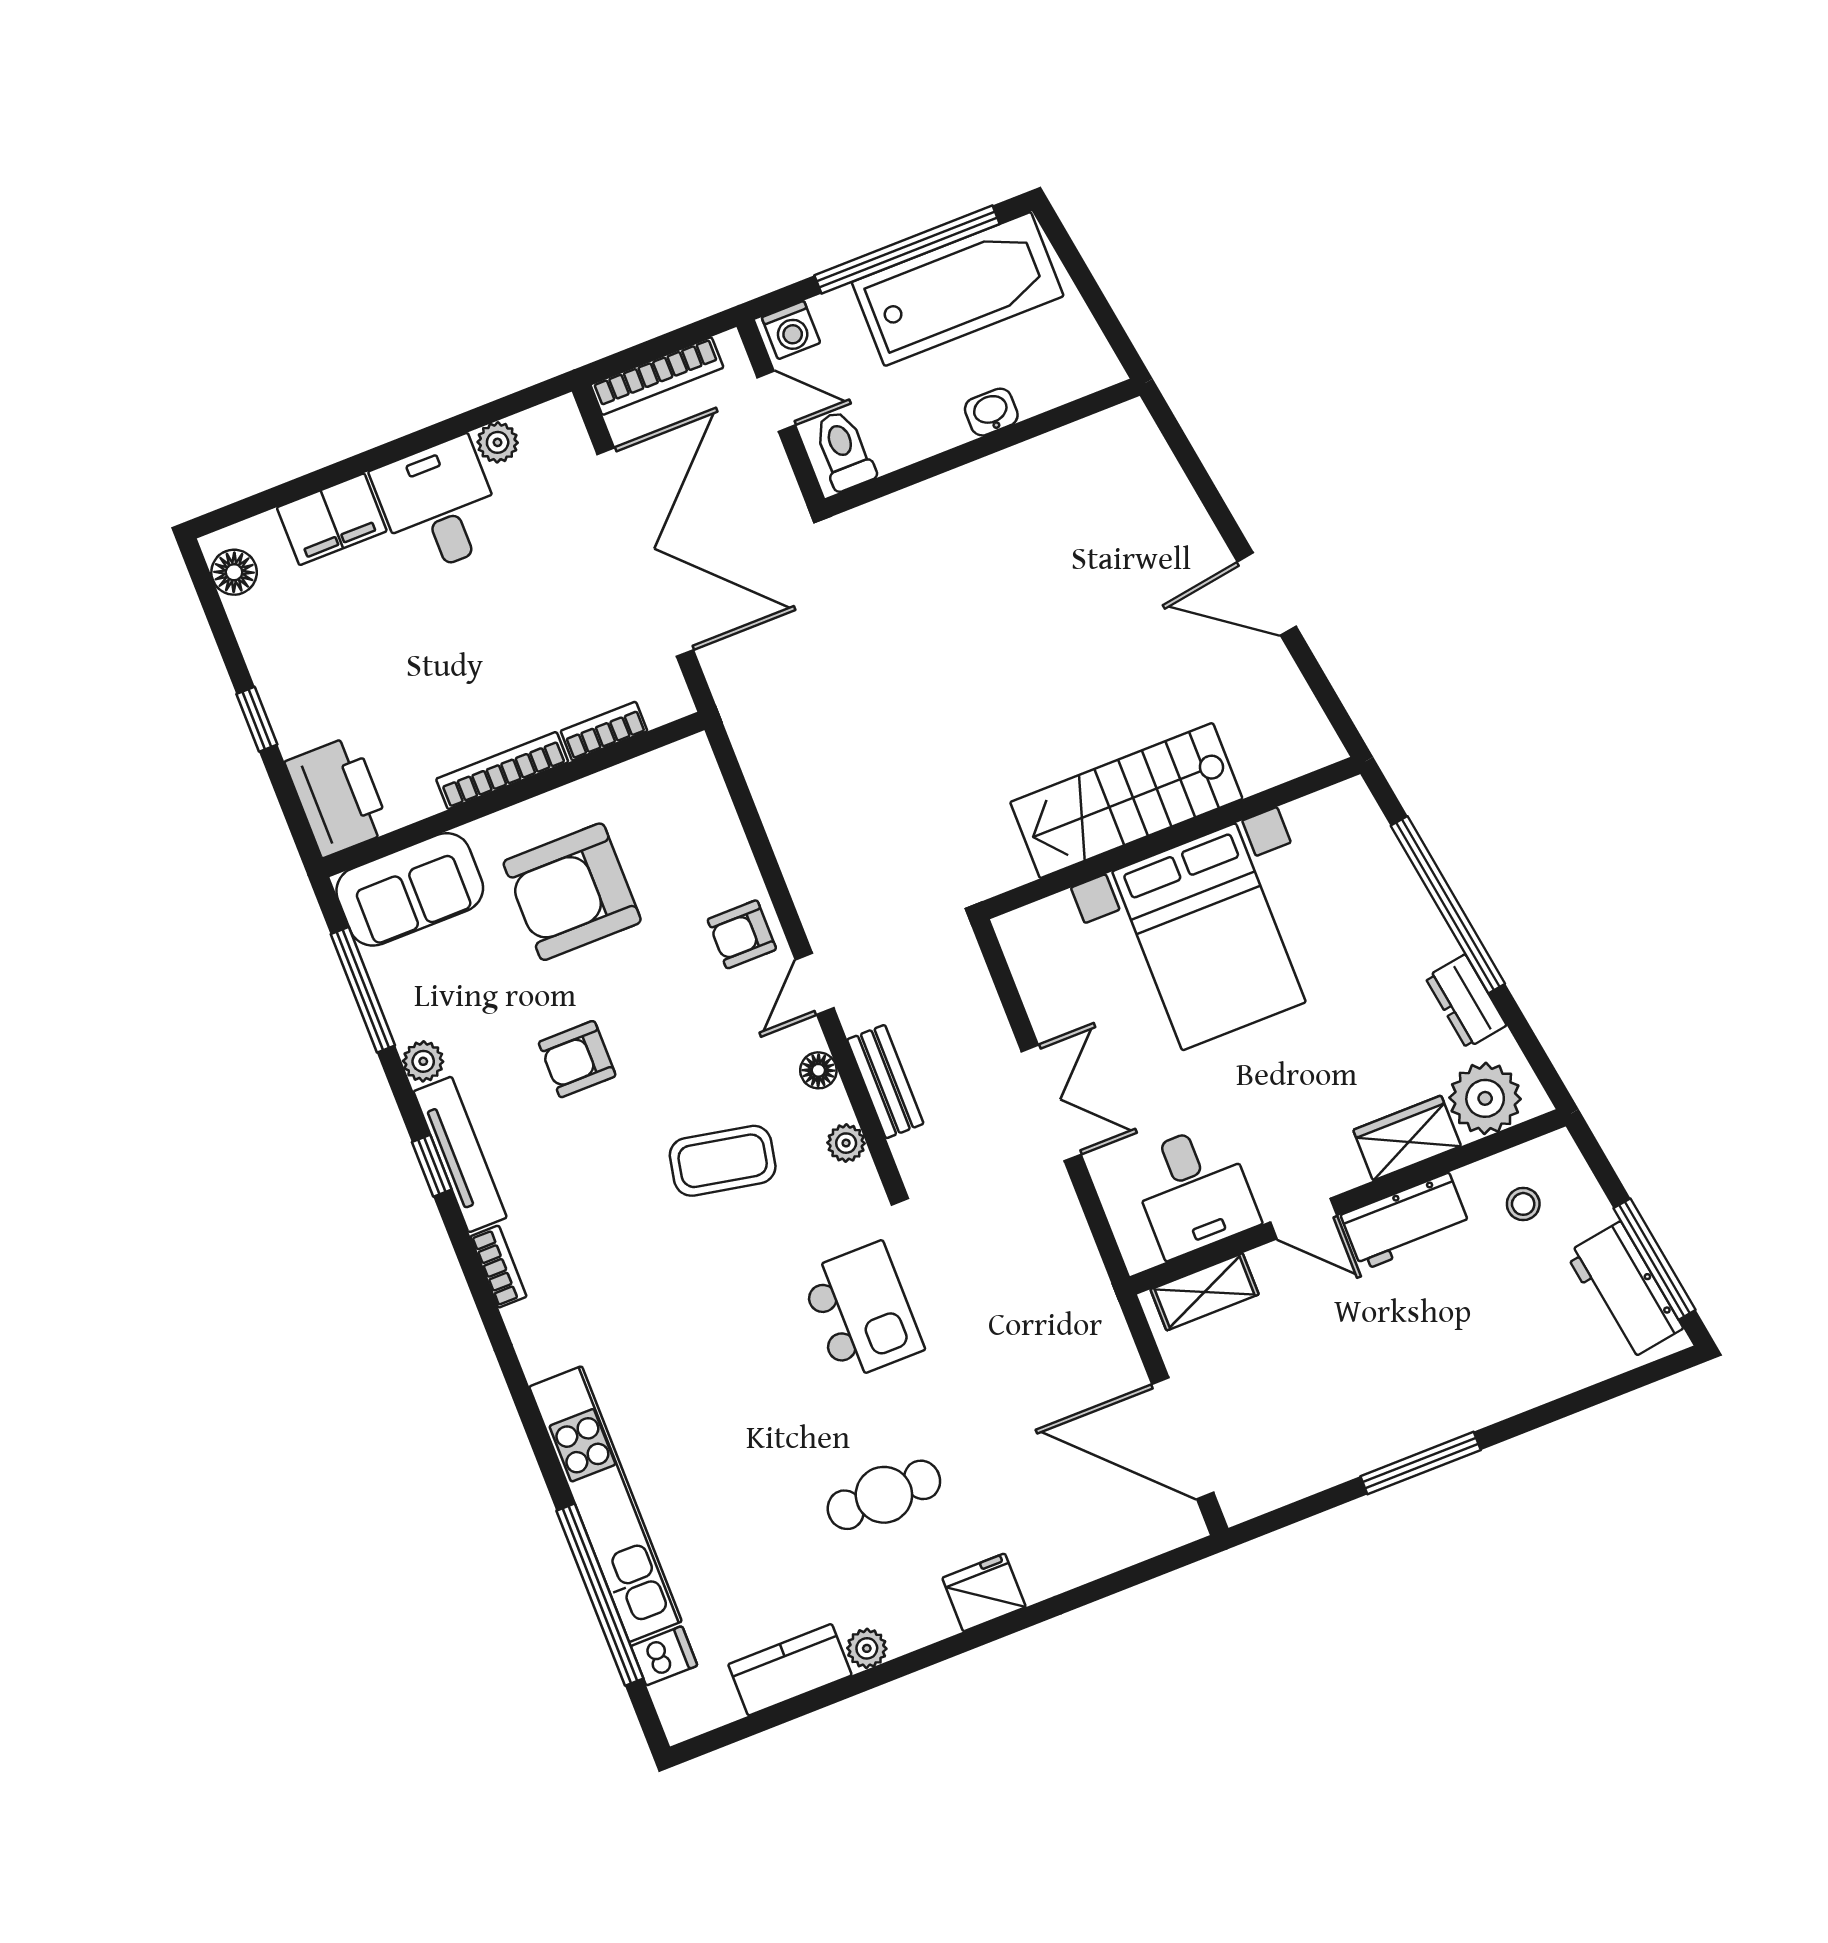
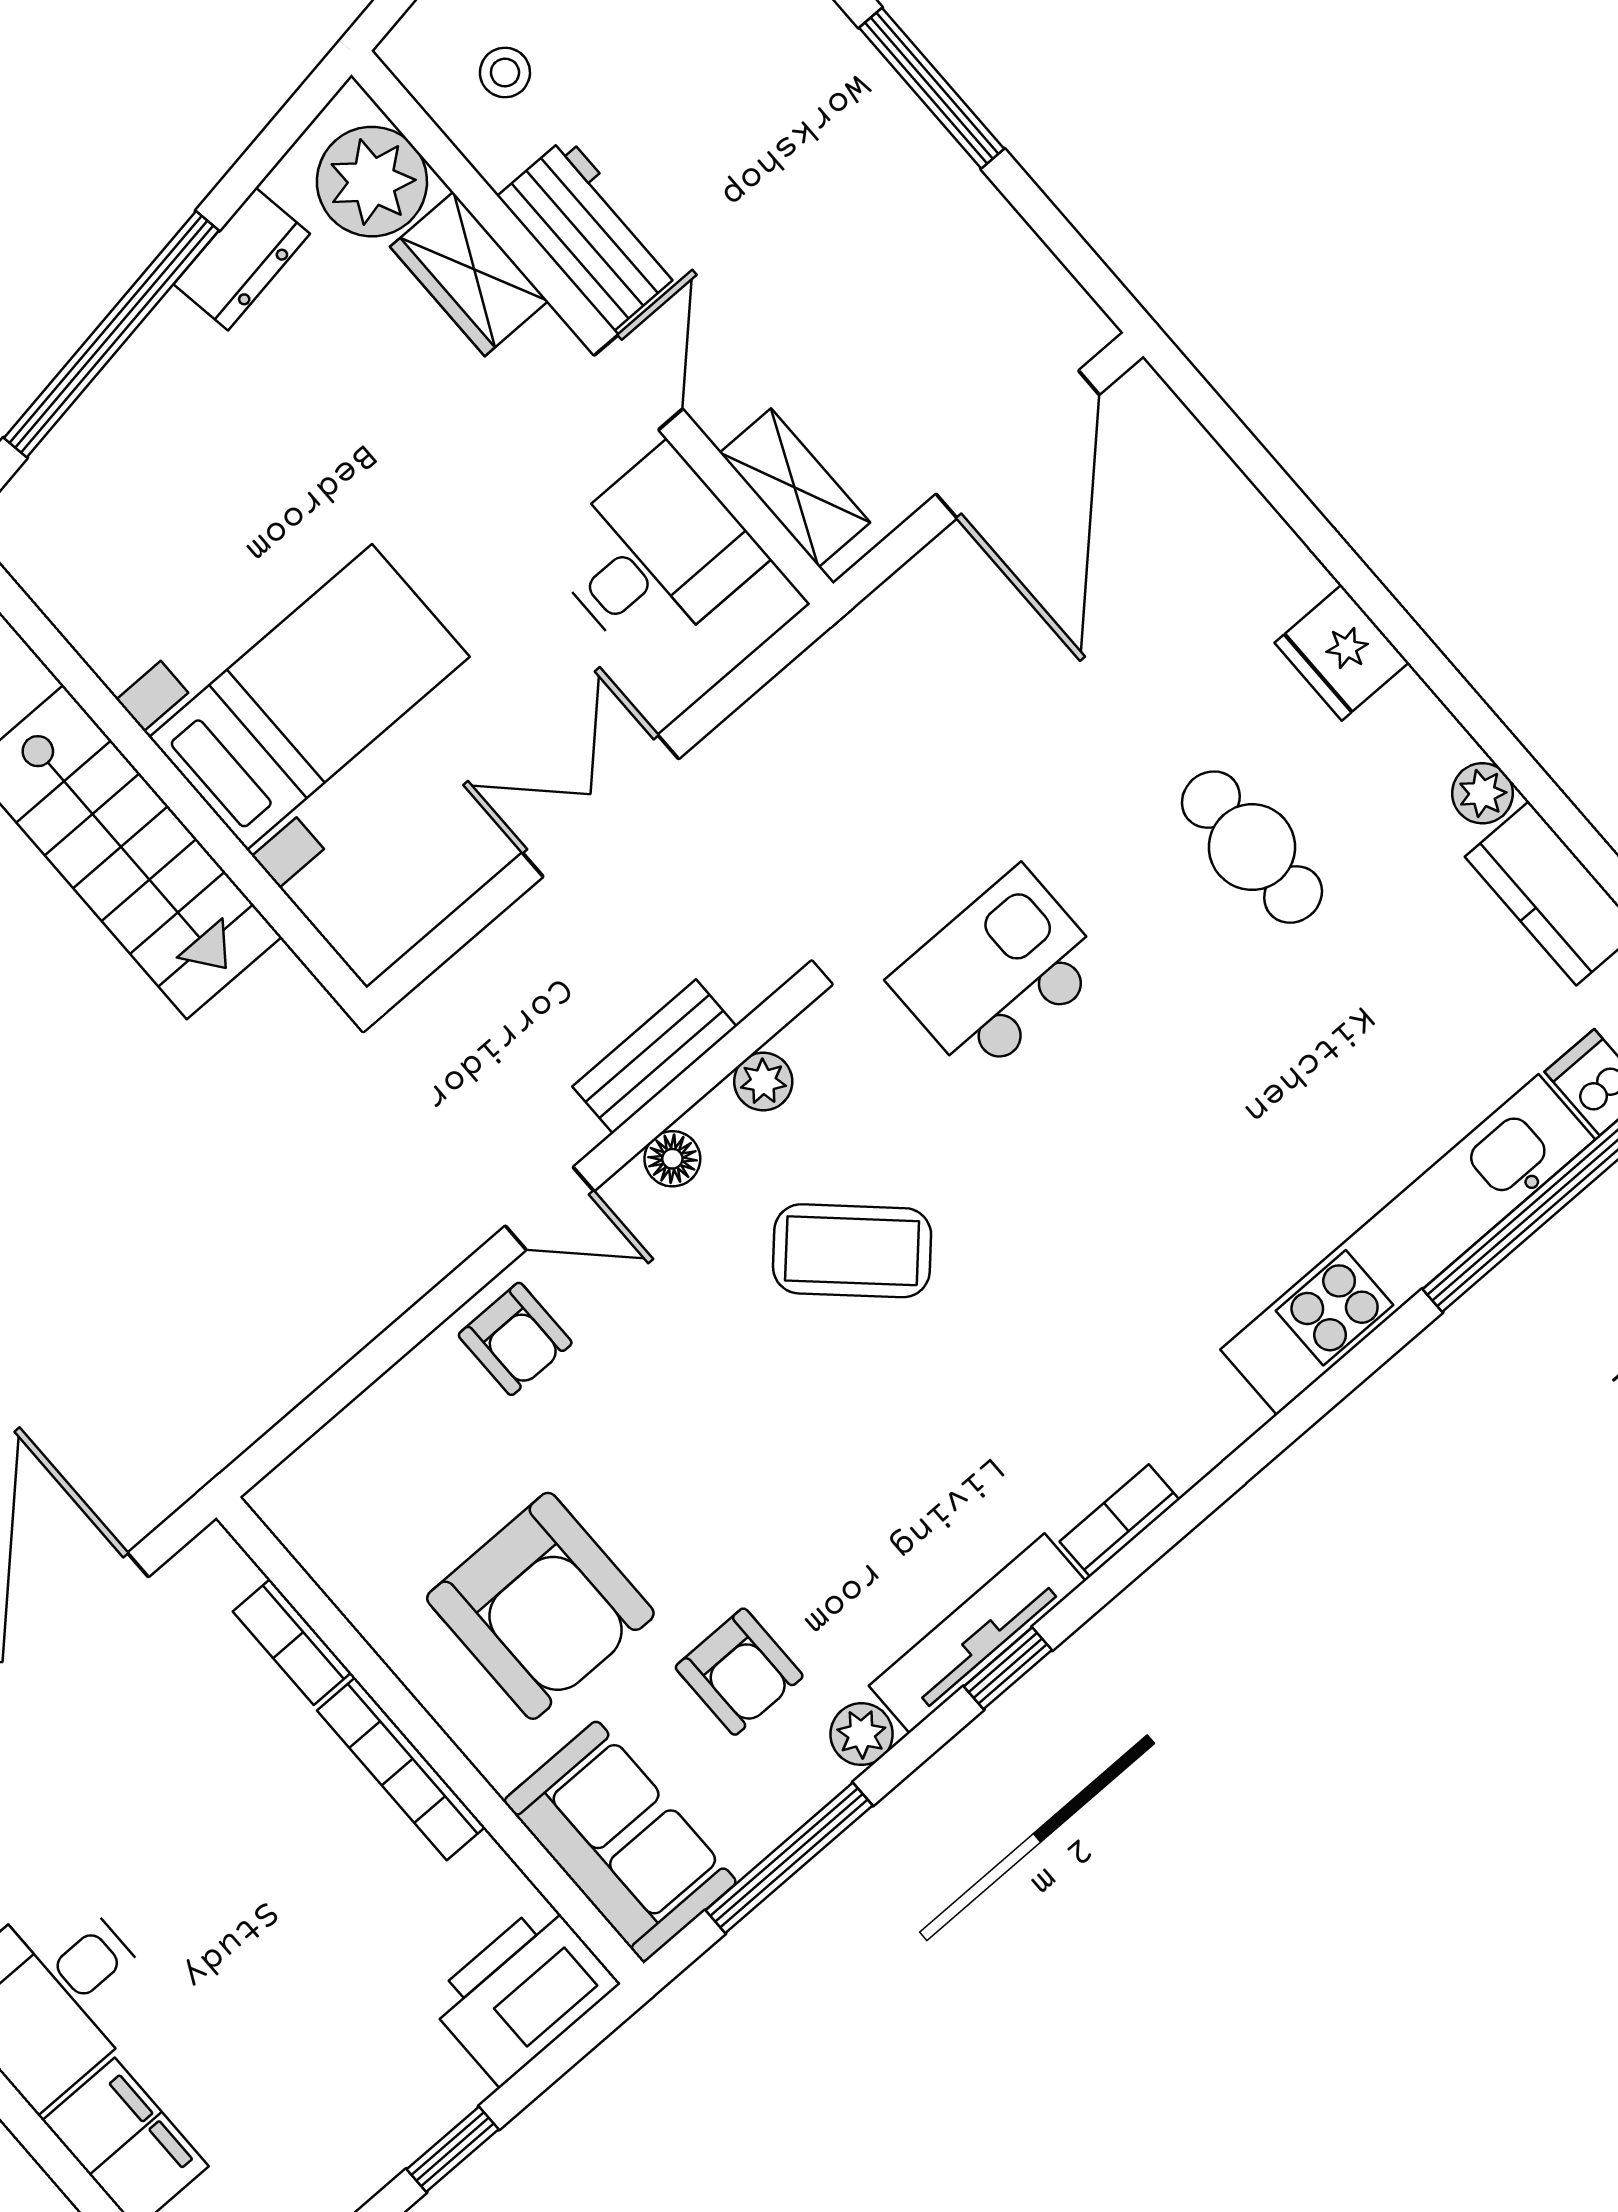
bed with nightstands: (1209, 937) -> (309, 697), width x0.73
armchair: (577, 1059) -> (739, 1672), moved
coffee table: (723, 1161) -> (852, 1251), turned -58

